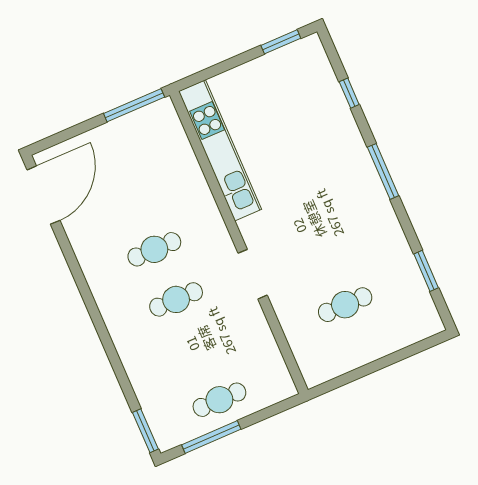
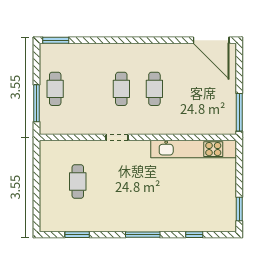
doorway: (253, 274) -> (117, 137), width x0.73
window: (211, 437) -> (36, 103), moved

